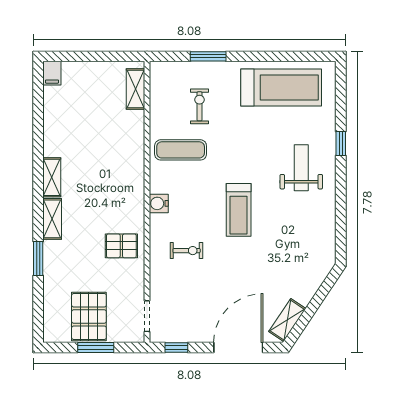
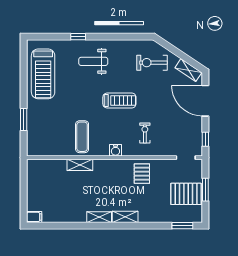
treadmill: (281, 87) -> (43, 74), turned 180
shelving: (135, 89) -> (80, 165), moved
exercise bike: (199, 106) -> (152, 63), moved, width x1.38, depth x1.39
window: (38, 259) -> (182, 226), moved

